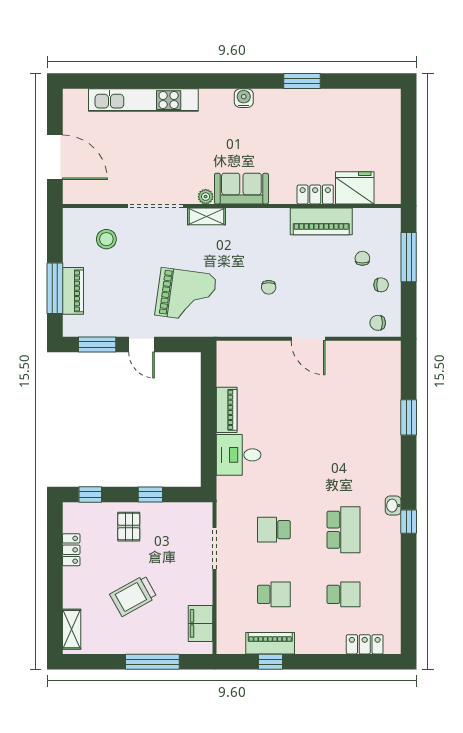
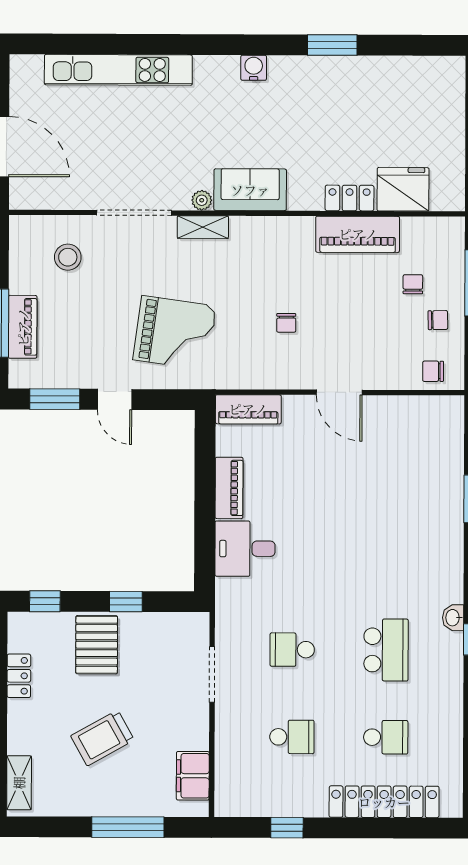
pallet: (129, 527) -> (97, 645), width x1.50, depth x1.42
piano: (270, 643) -> (248, 409), moved, turned 180
locker: (365, 644) -> (384, 802), width x2.16, depth x1.21

